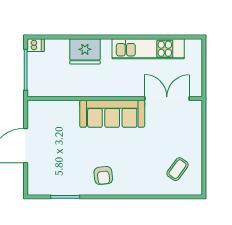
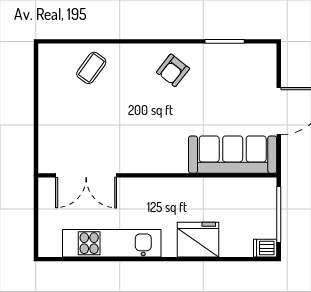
sofa: (112, 114) -> (233, 155), moved
coffee table: (177, 169) -> (91, 68), moved
armchair: (103, 176) -> (173, 70), turned -135

